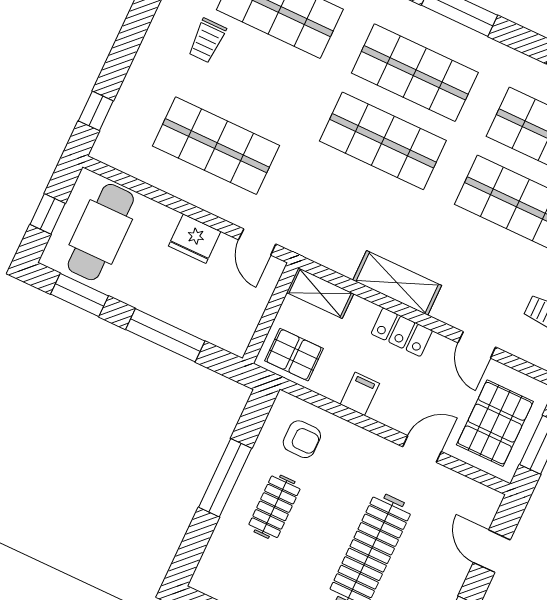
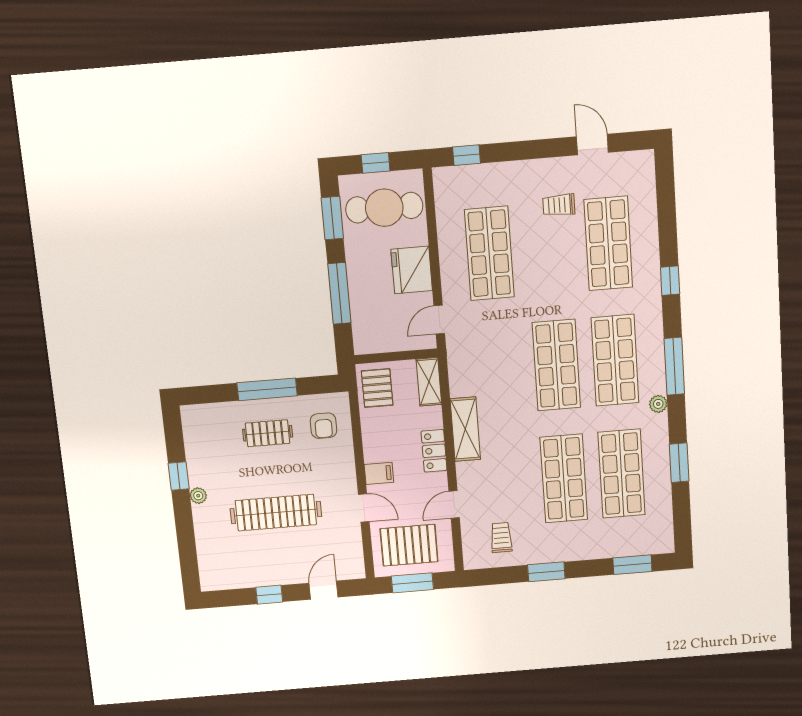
plant: (492, 51) -> (658, 404), added
fridge: (195, 239) -> (412, 270), width x1.36, depth x1.34
filing cabinet: (360, 394) -> (379, 473), moved

